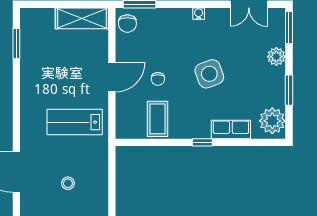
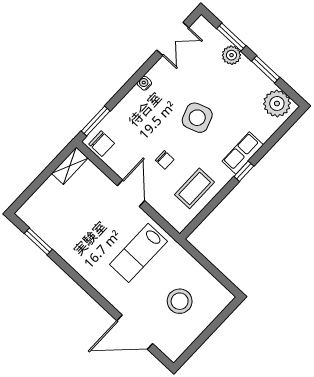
shelving: (82, 18) -> (70, 166), width x0.67, depth x0.75
window: (289, 28) -> (231, 37), moved
coffee table: (158, 119) -> (195, 188), turned 90
row of seats: (231, 129) -> (243, 153), moved
stool: (68, 183) -> (180, 301), width x1.89, depth x1.89

